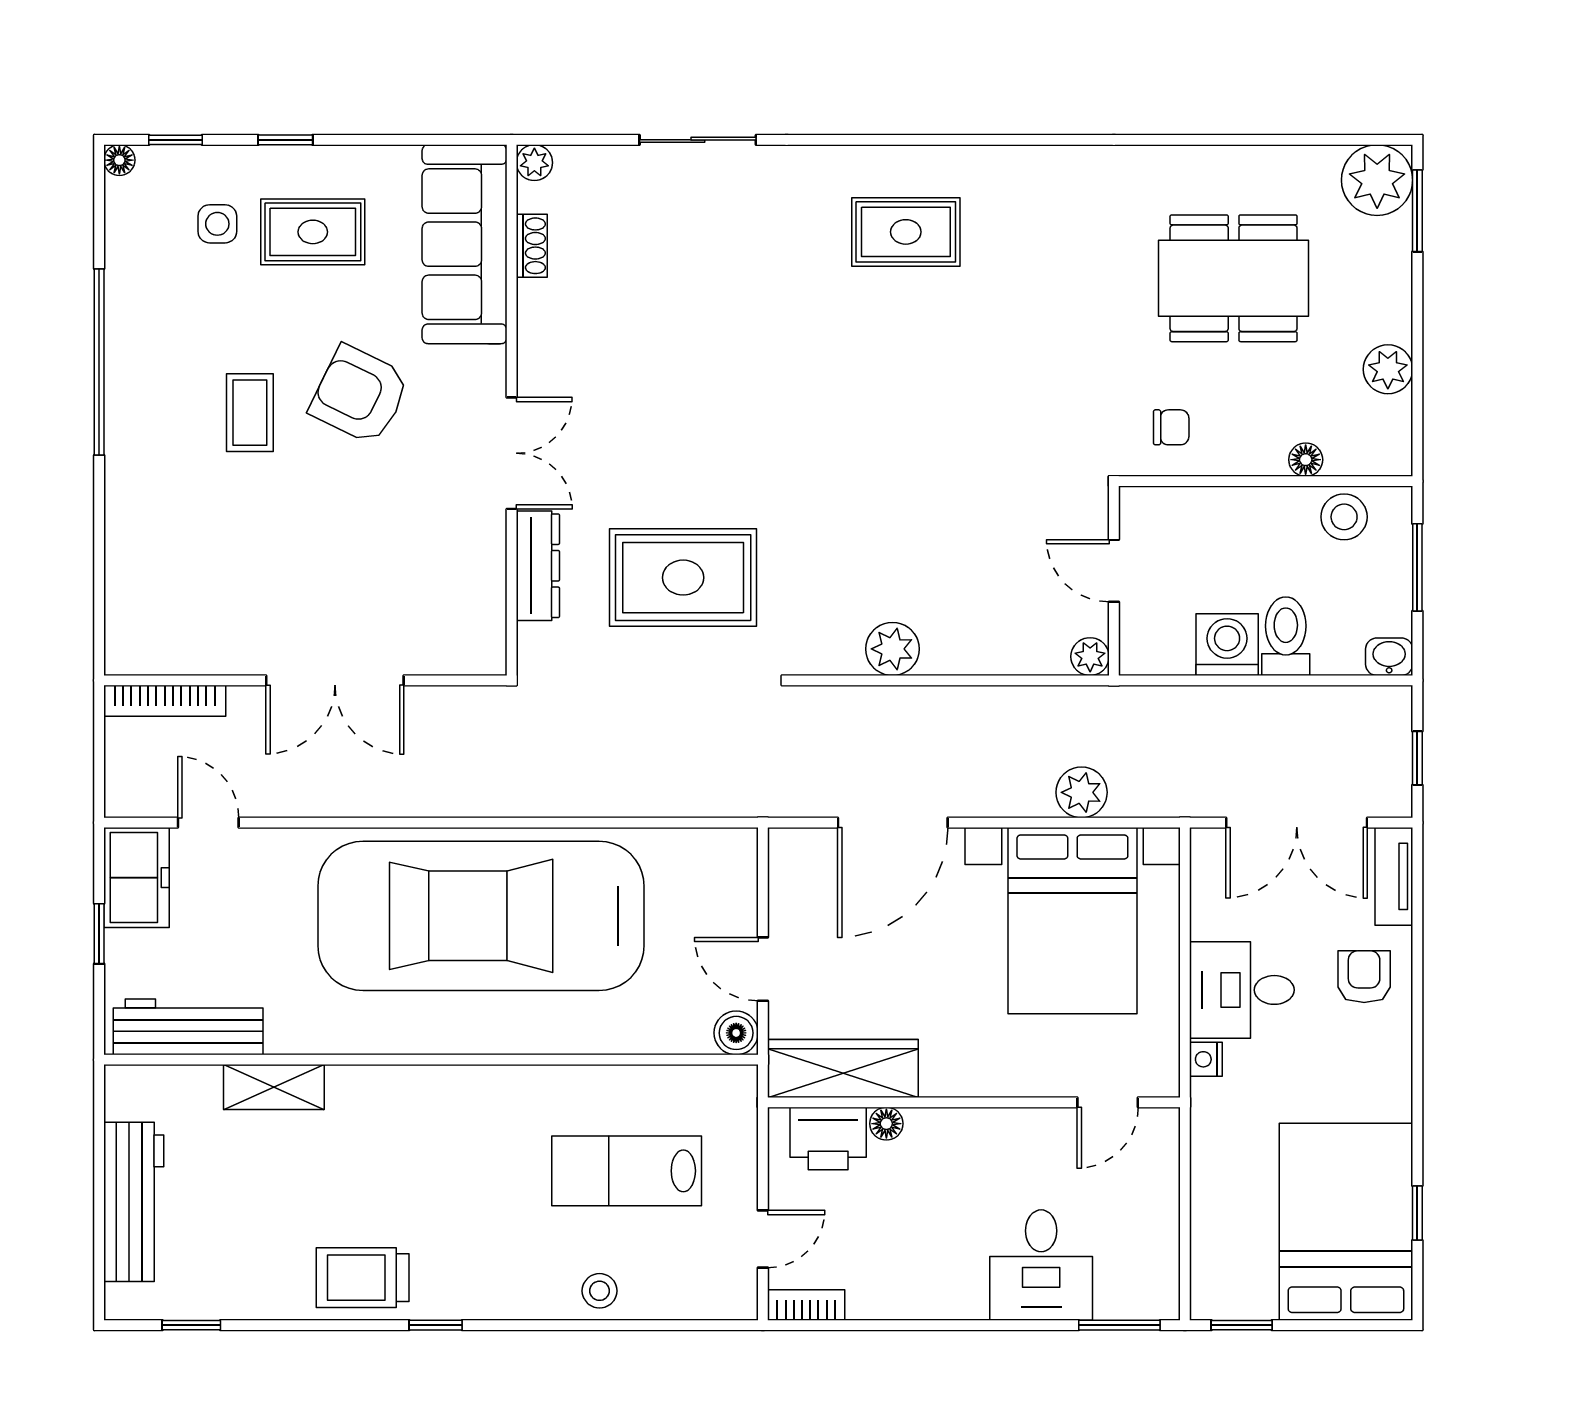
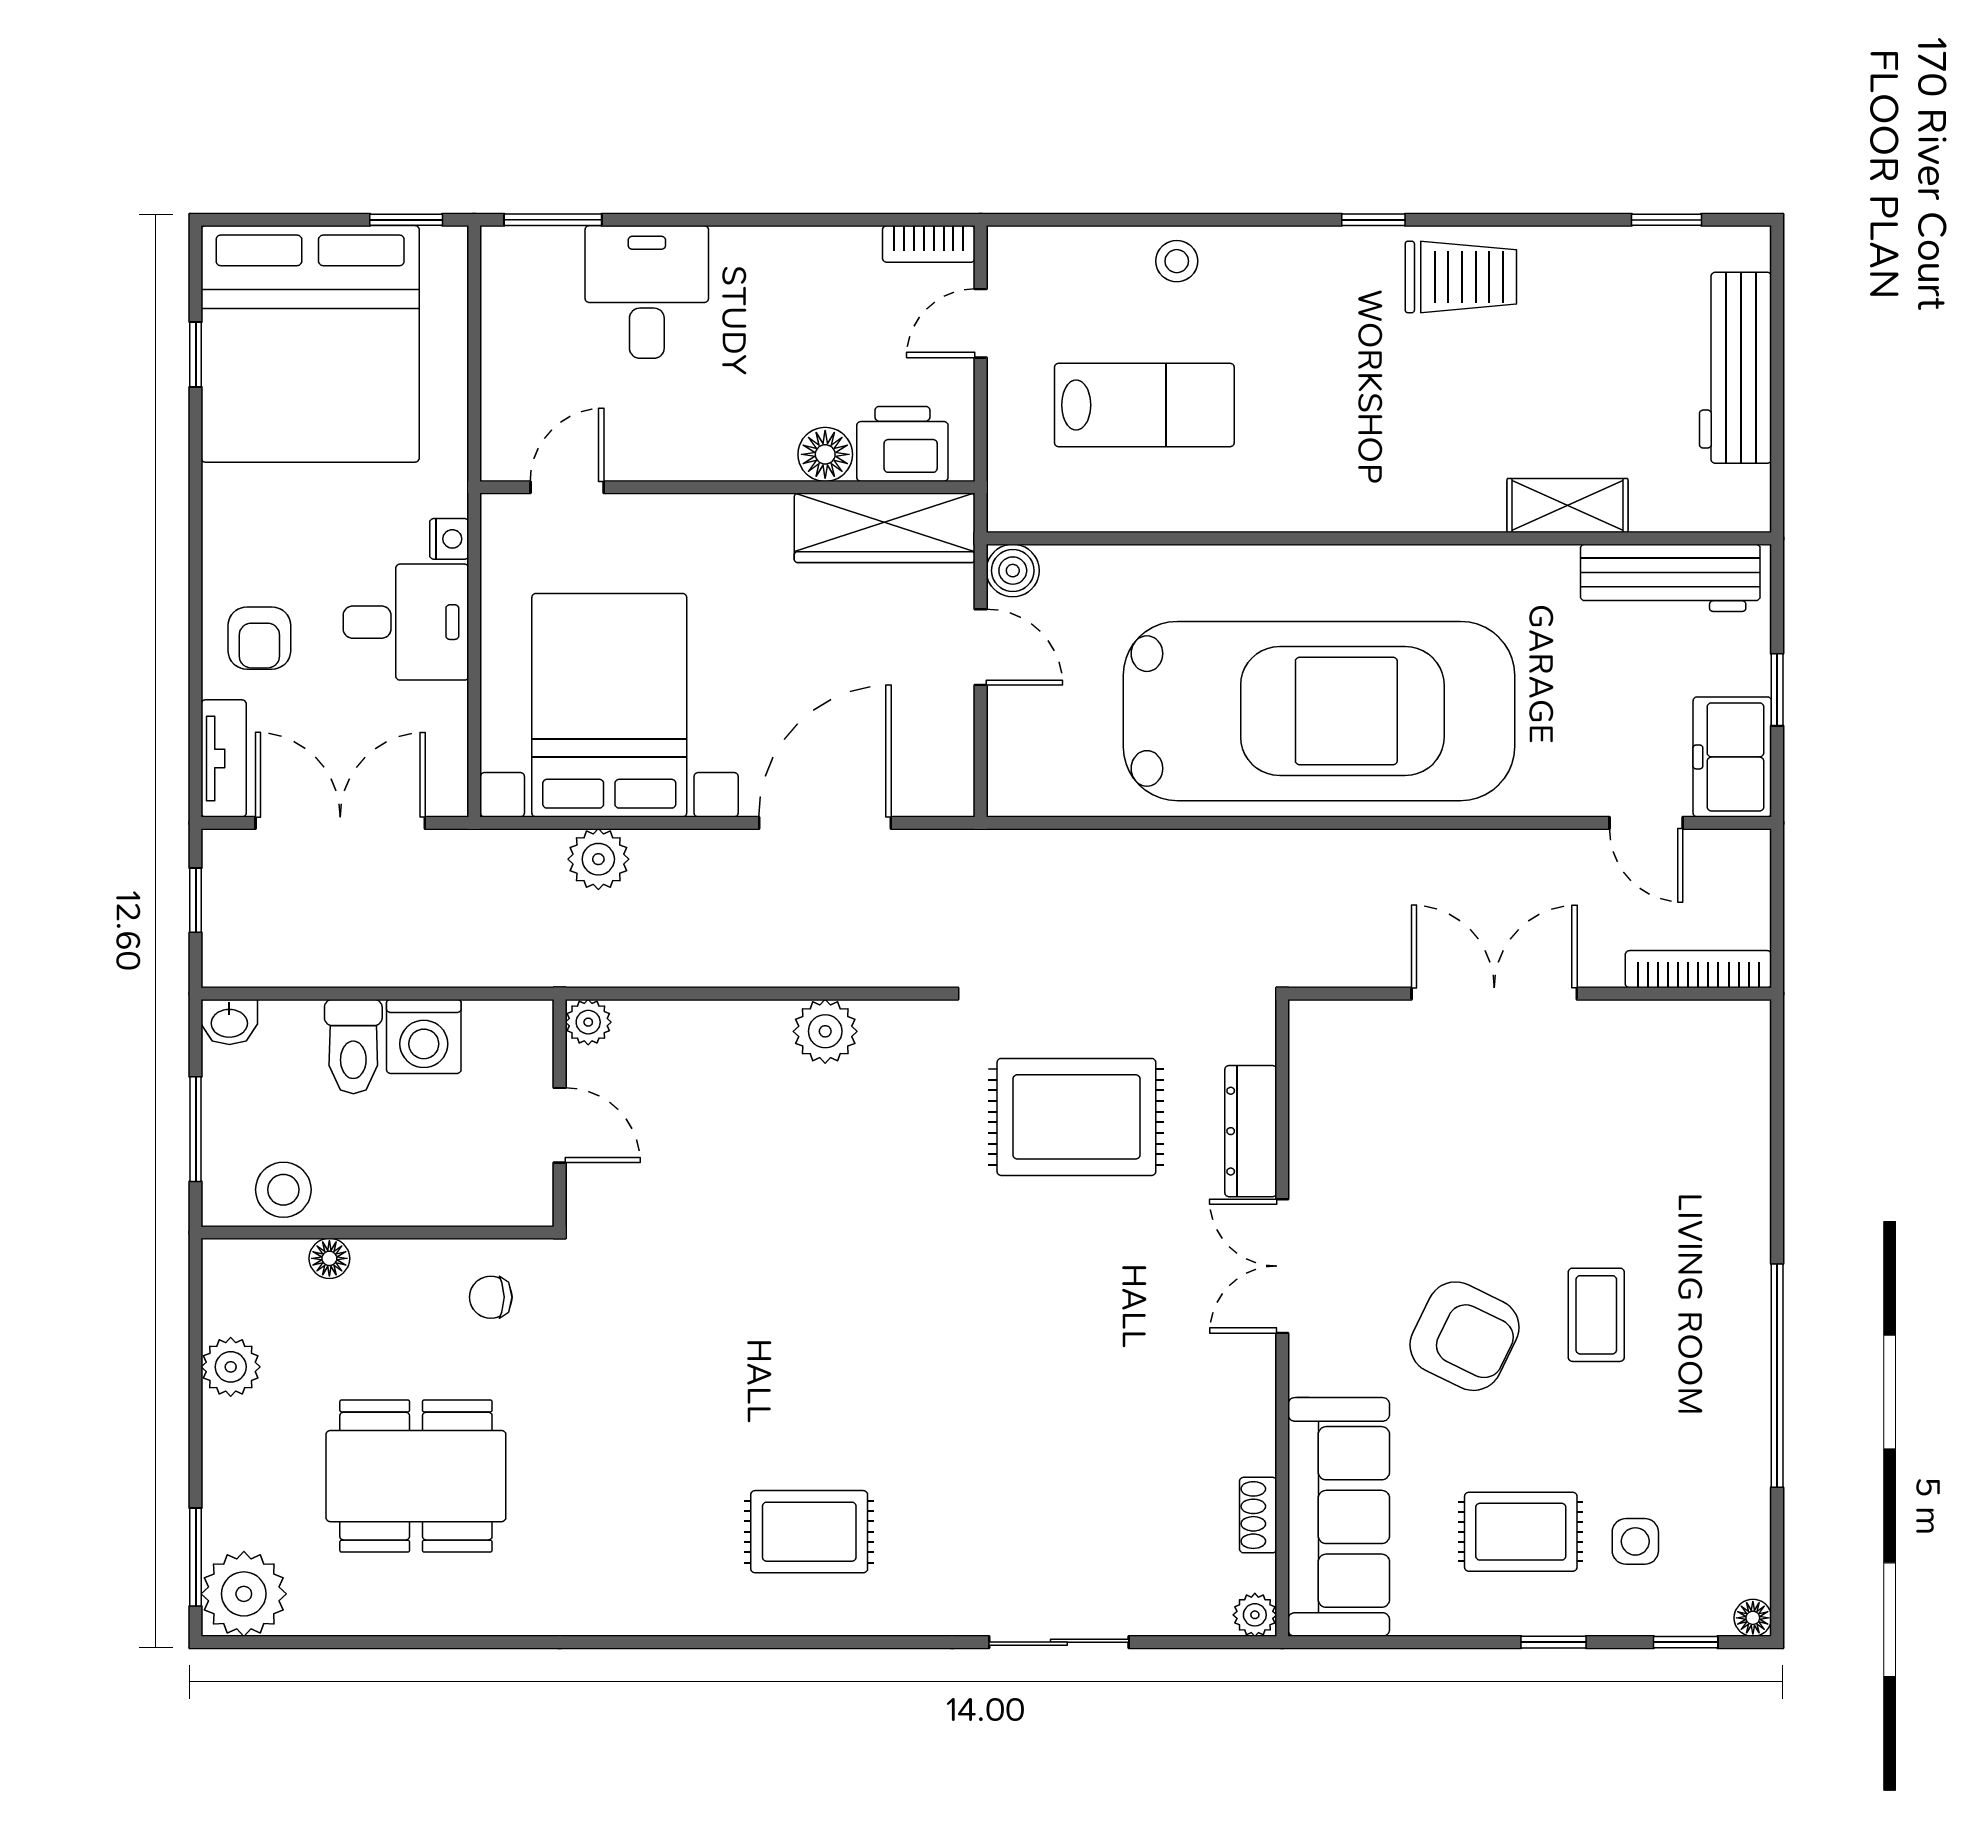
floor lamp: (886, 1124) -> (825, 454), width x1.37, depth x1.37
bed: (1346, 1222) -> (310, 344), width x1.36

